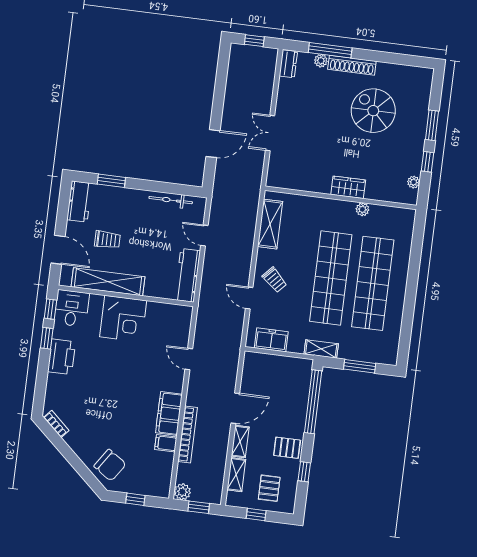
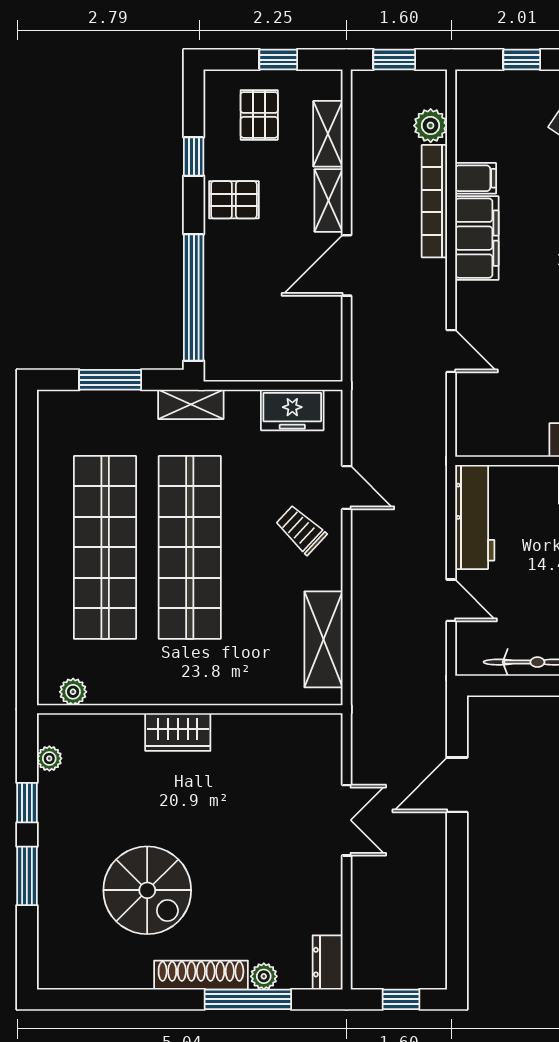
plant: (362, 209) -> (73, 692), moved
plant: (182, 492) -> (431, 126), moved

